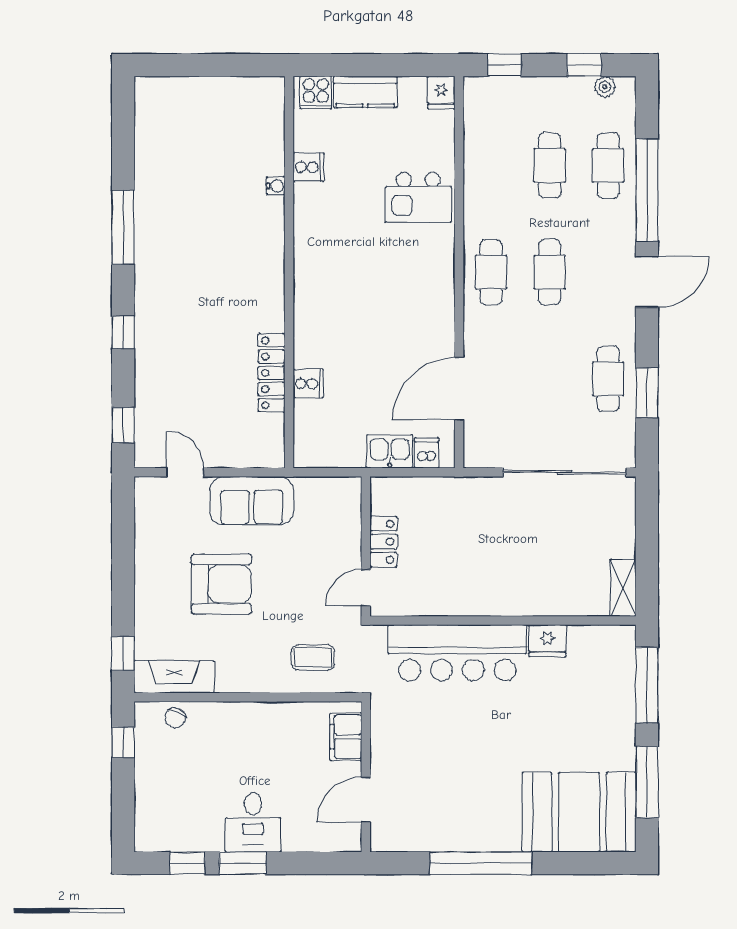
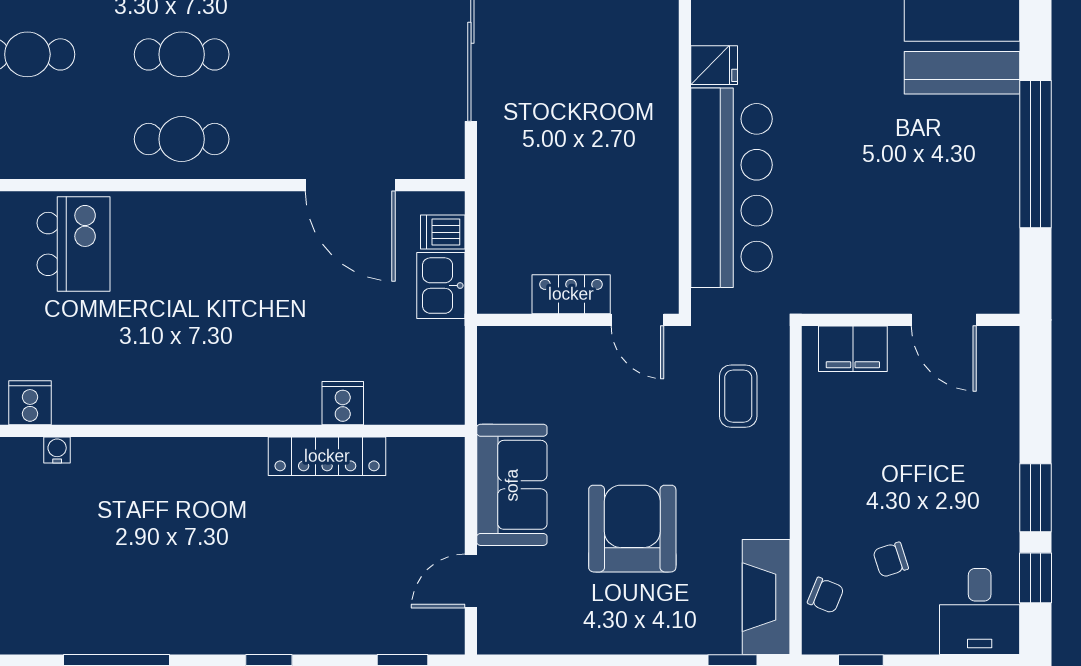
fridge: (547, 641) -> (714, 65), width x0.72
chair: (200, 763) -> (891, 560), added
desk: (253, 822) -> (980, 612), moved, turned 90

